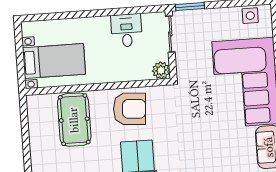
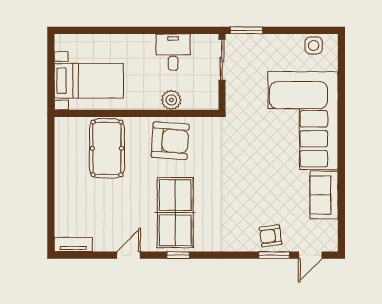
plant: (161, 70) -> (171, 100), moved

